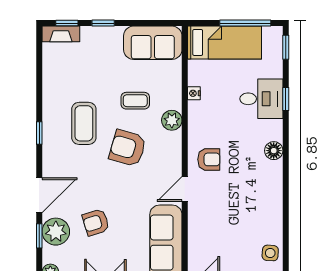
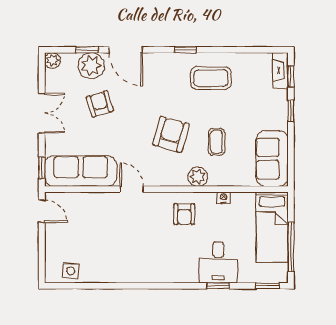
coffee table: (84, 123) -> (211, 78), moved
floor lamp: (274, 151) -> (169, 274), removed
armchair: (209, 159) -> (184, 214), moved

